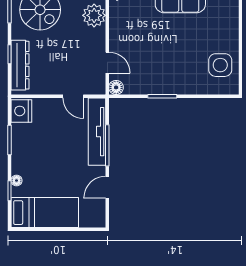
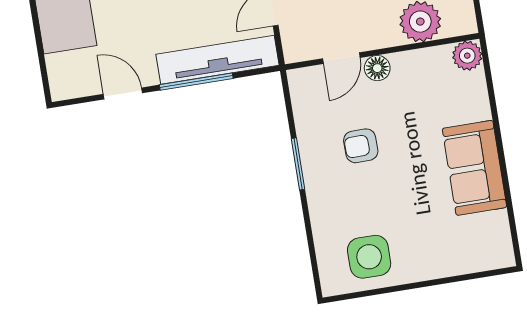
armchair: (158, 60) -> (361, 146), added
floor lamp: (116, 87) -> (377, 68), moved

